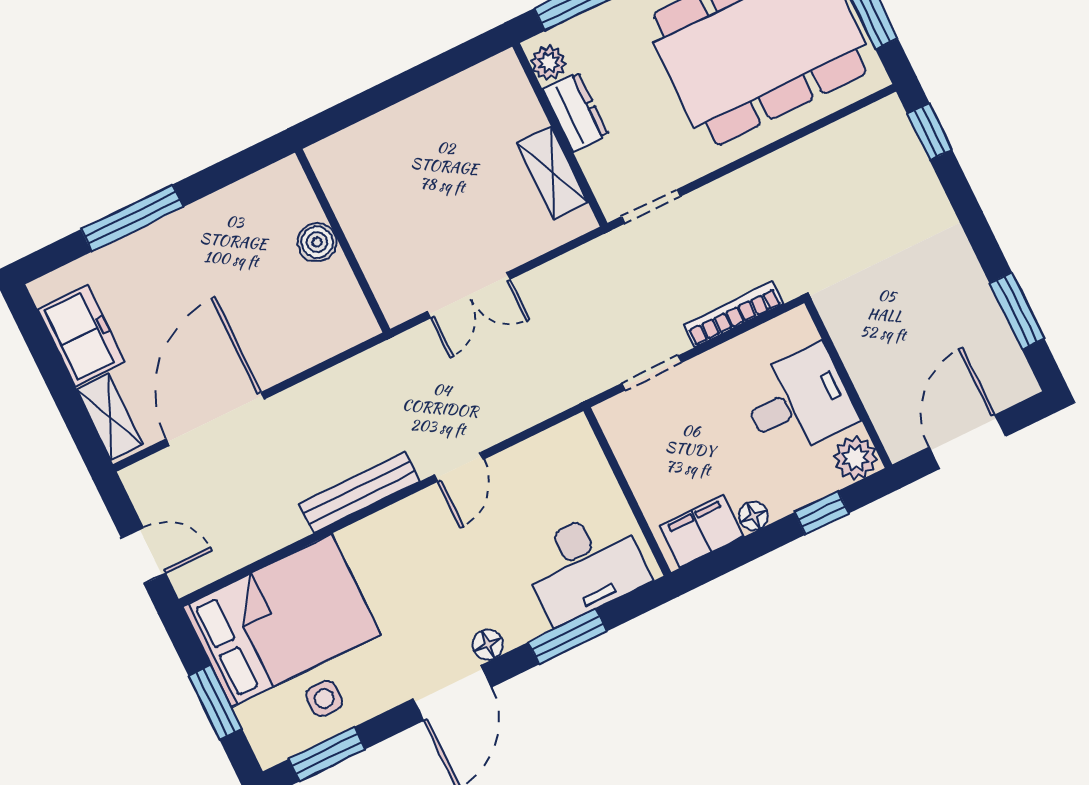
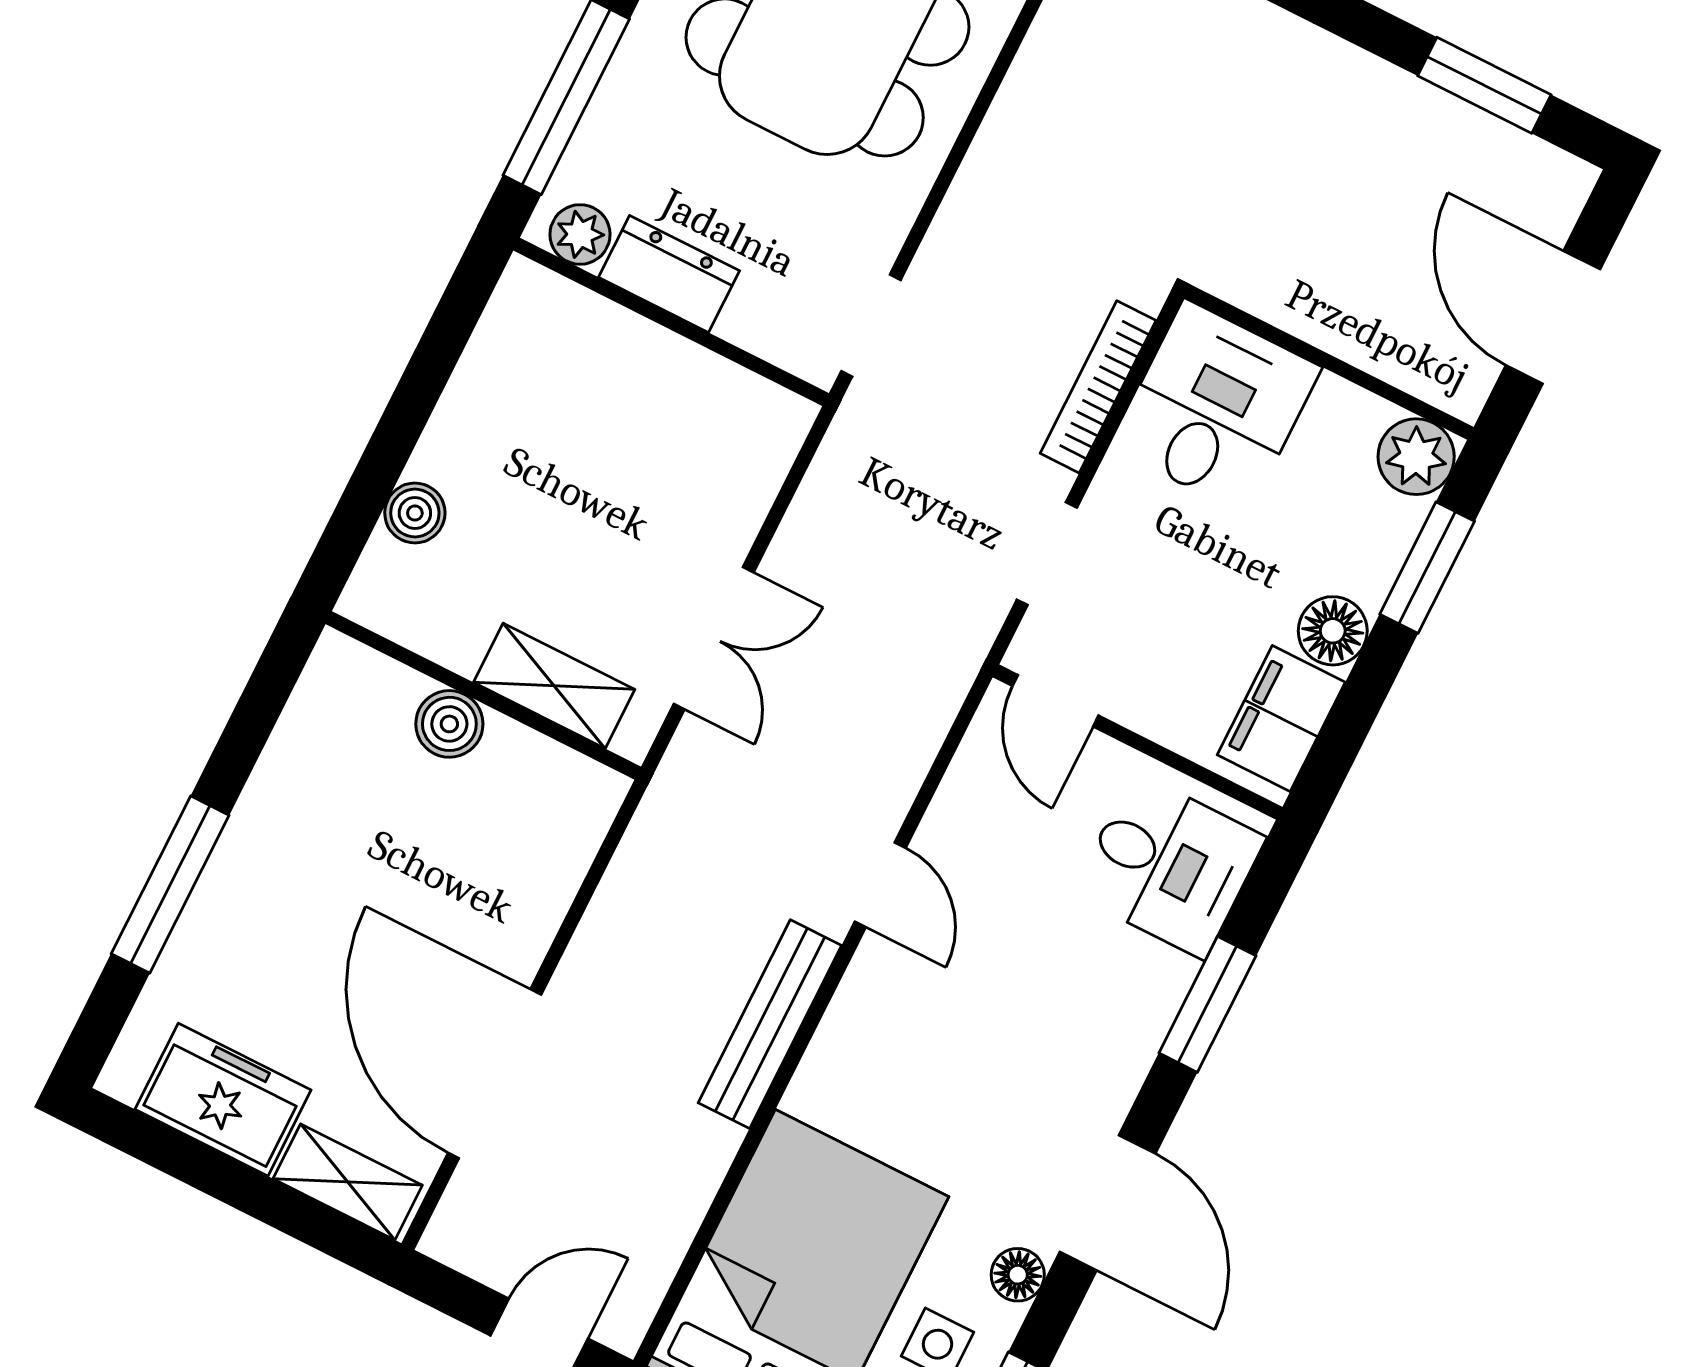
boiler: (375, 133) -> (415, 513), added
shelving: (552, 172) -> (554, 686), moved
desk: (798, 401) -> (1216, 407), moved
door: (604, 444) -> (1056, 701), added
window: (822, 513) -> (1427, 568), width x1.50
floor lamp: (754, 516) -> (1333, 631), width x1.37, depth x1.37
desk: (585, 566) -> (1169, 865), width x0.73
floor lamp: (488, 645) -> (1018, 1275), moved

